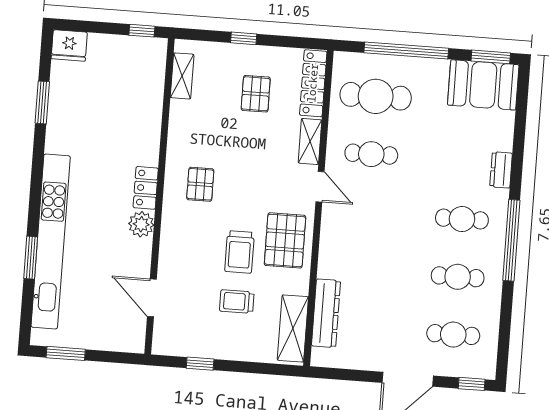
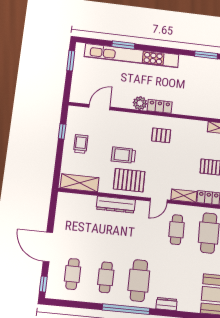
cafe table: (462, 219) -> (139, 281), width x1.37, depth x1.35
trolley: (237, 301) -> (81, 144), moved
dresser: (326, 313) -> (116, 205), moved

